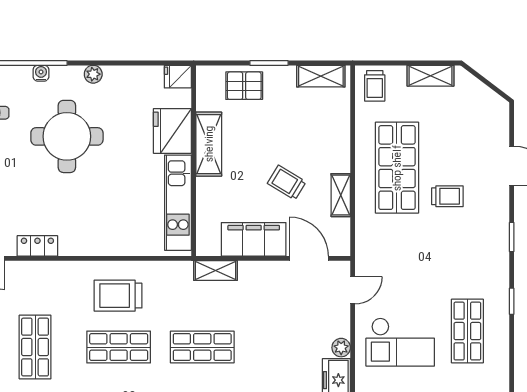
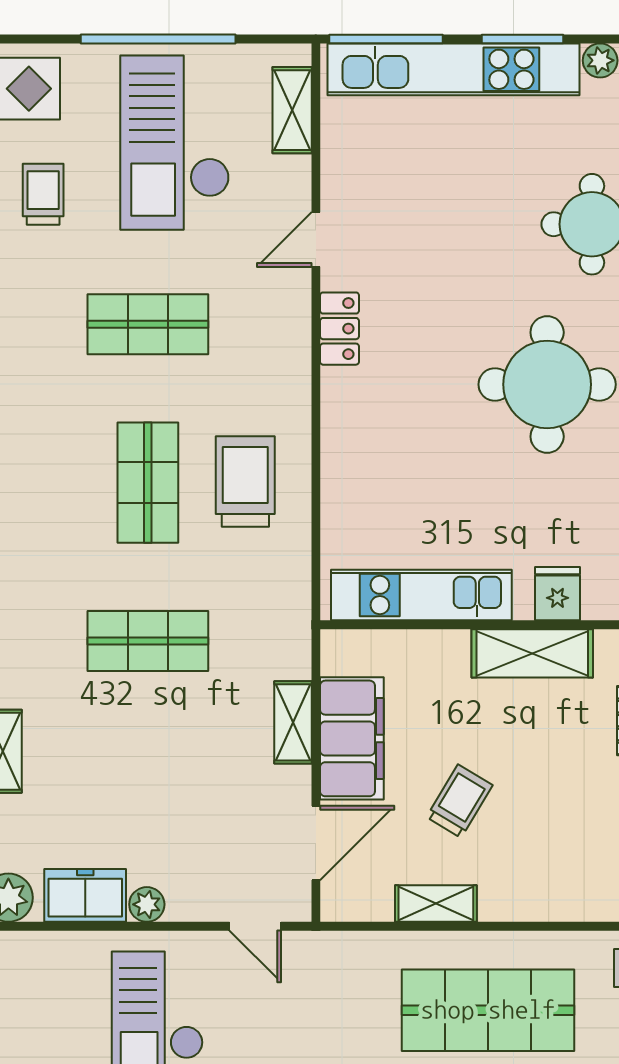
fridge: (172, 131) -> (557, 594), width x0.53, depth x0.75
shelving: (215, 270) -> (293, 722), moved
shop shelf: (202, 347) -> (148, 641), turned 90

